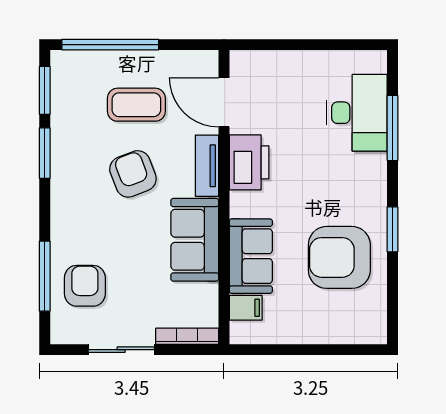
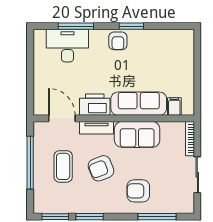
window: (110, 45) -> (30, 163), moved
door: (224, 102) -> (62, 118), swing flipped
sofa: (251, 256) -> (139, 104), width x1.36
armchair: (339, 257) -> (118, 41), moved, width x0.53, depth x0.53
armchair: (85, 286) -> (138, 191), moved

